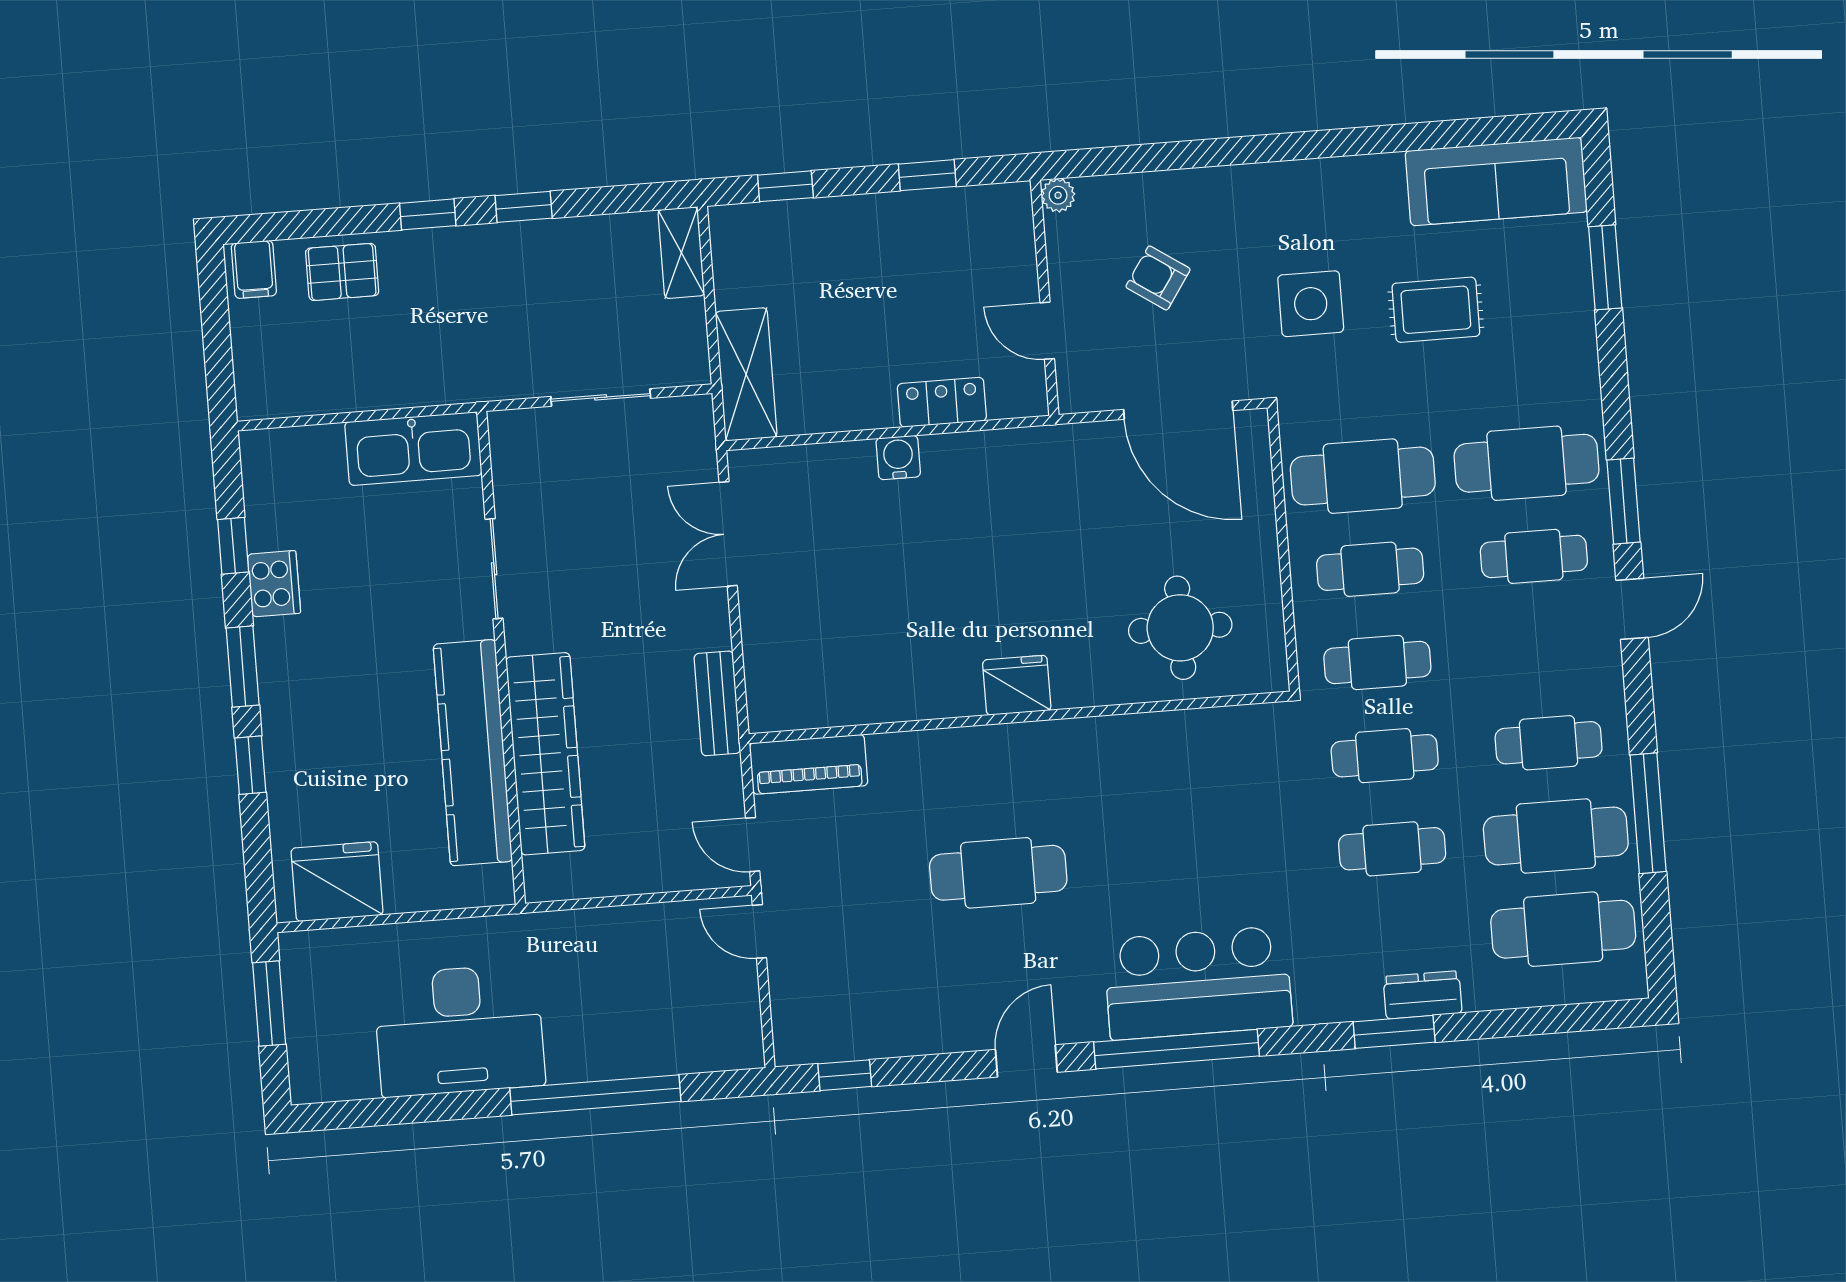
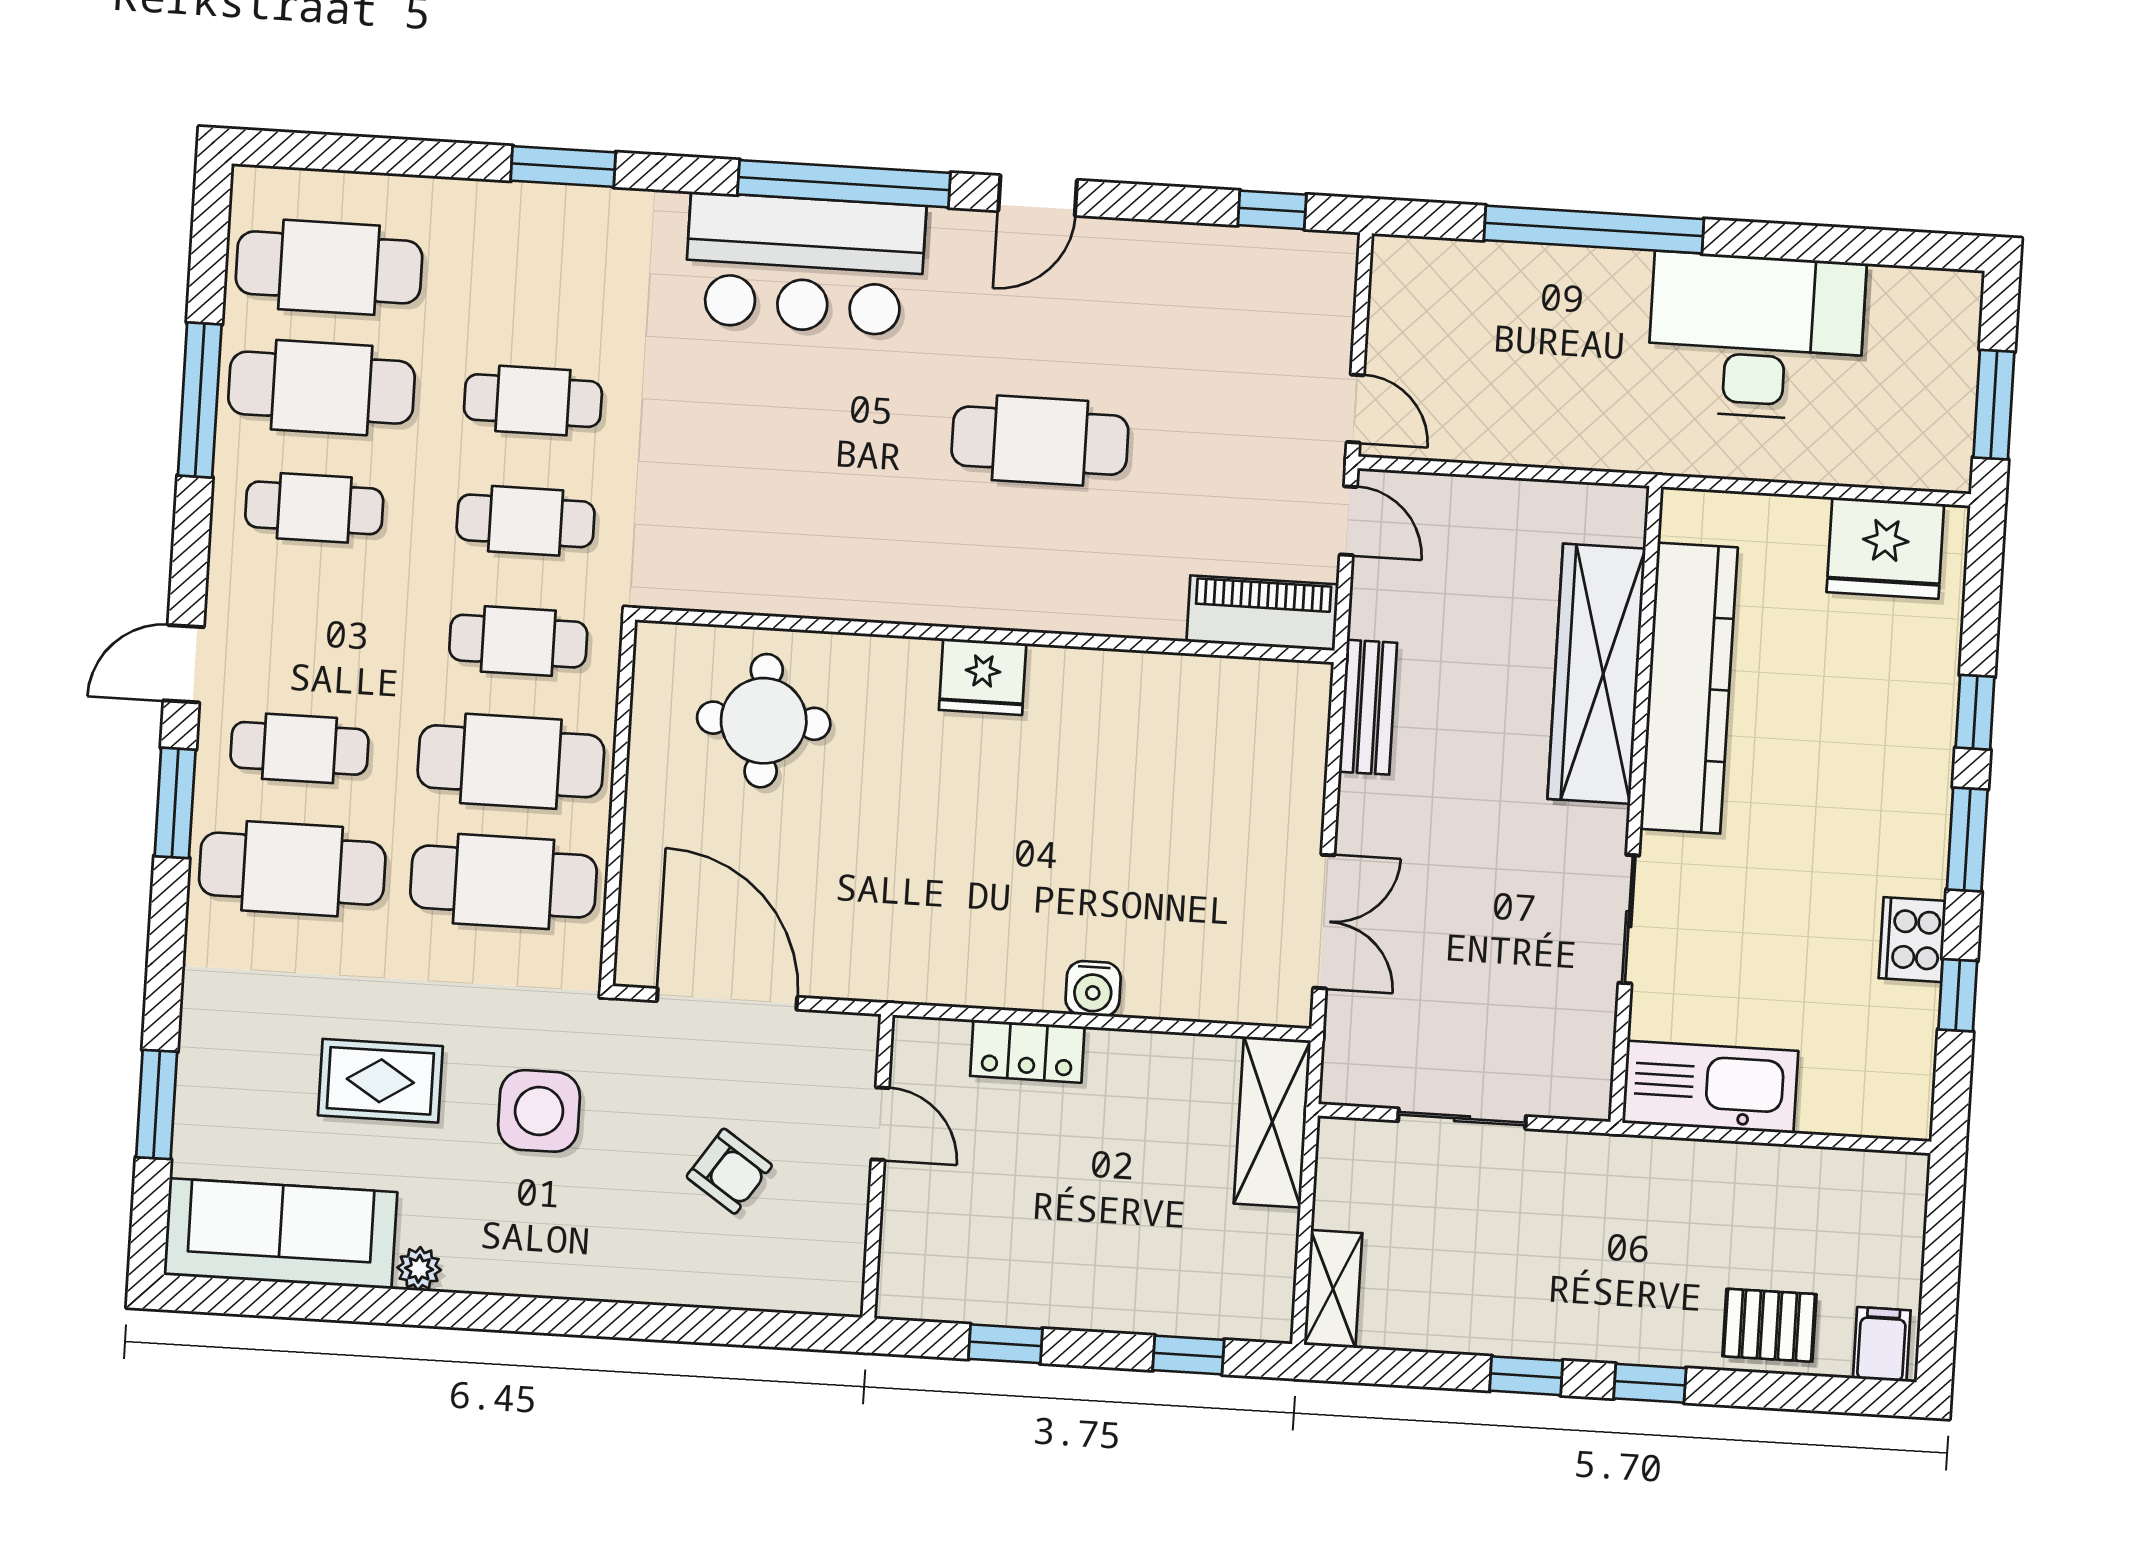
plant: (1058, 195) -> (419, 1269), moved
cafe table: (1370, 569) -> (511, 761), width x1.37, depth x1.35
dresser: (1423, 995) -> (520, 209), removed

